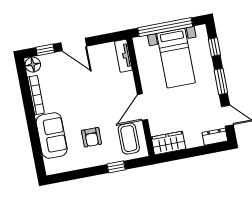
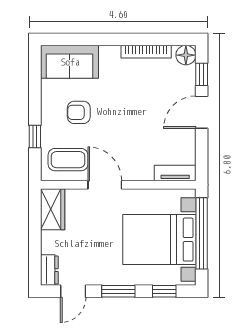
bed with nightstands: (176, 58) -> (159, 240), width x1.36
sofa: (52, 135) -> (70, 62), moved

